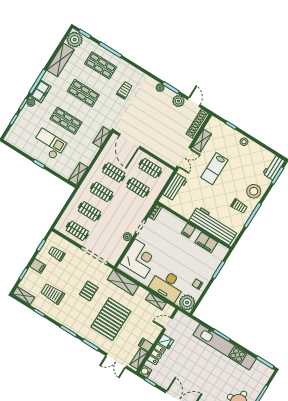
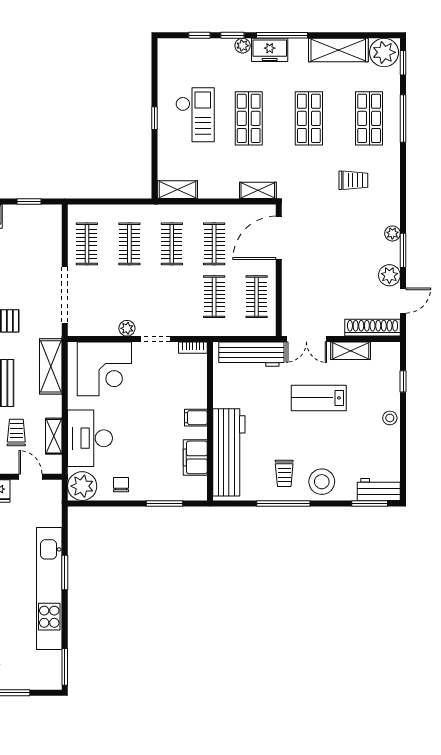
workbench: (175, 187) -> (251, 354), width x1.38
trolley: (57, 254) -> (16, 433), moved

